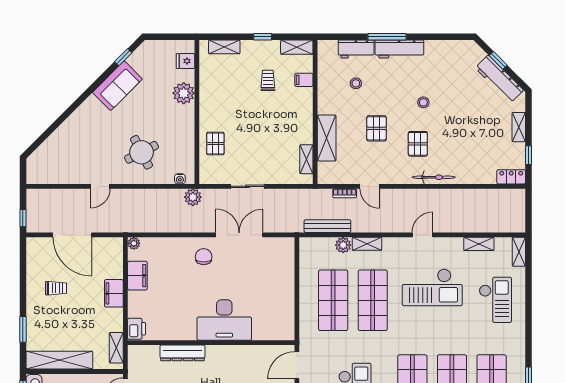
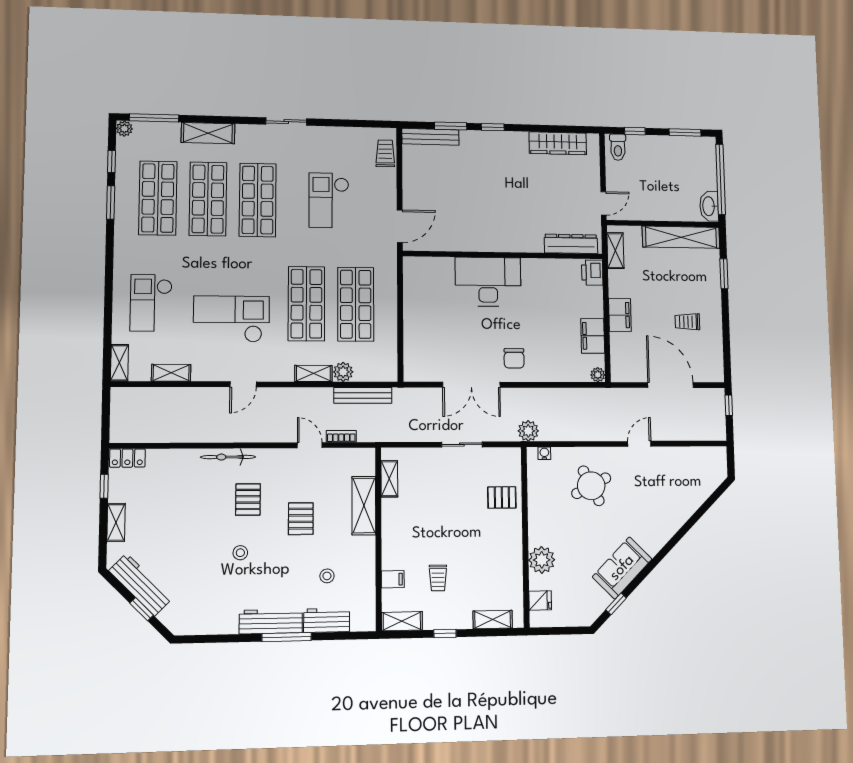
pallet: (215, 144) -> (502, 497), turned 90
dresser: (182, 353) -> (571, 244), moved

